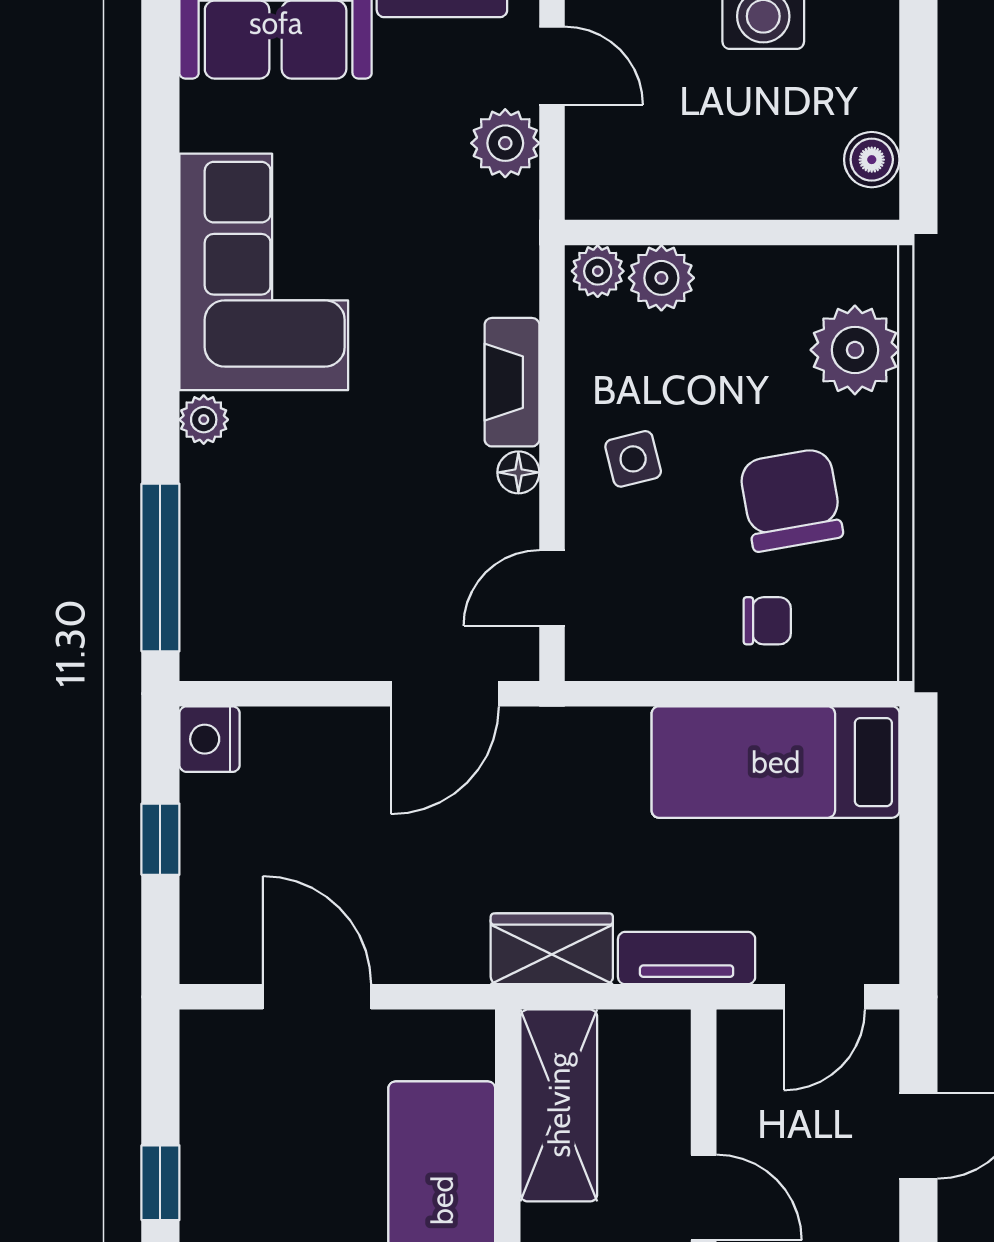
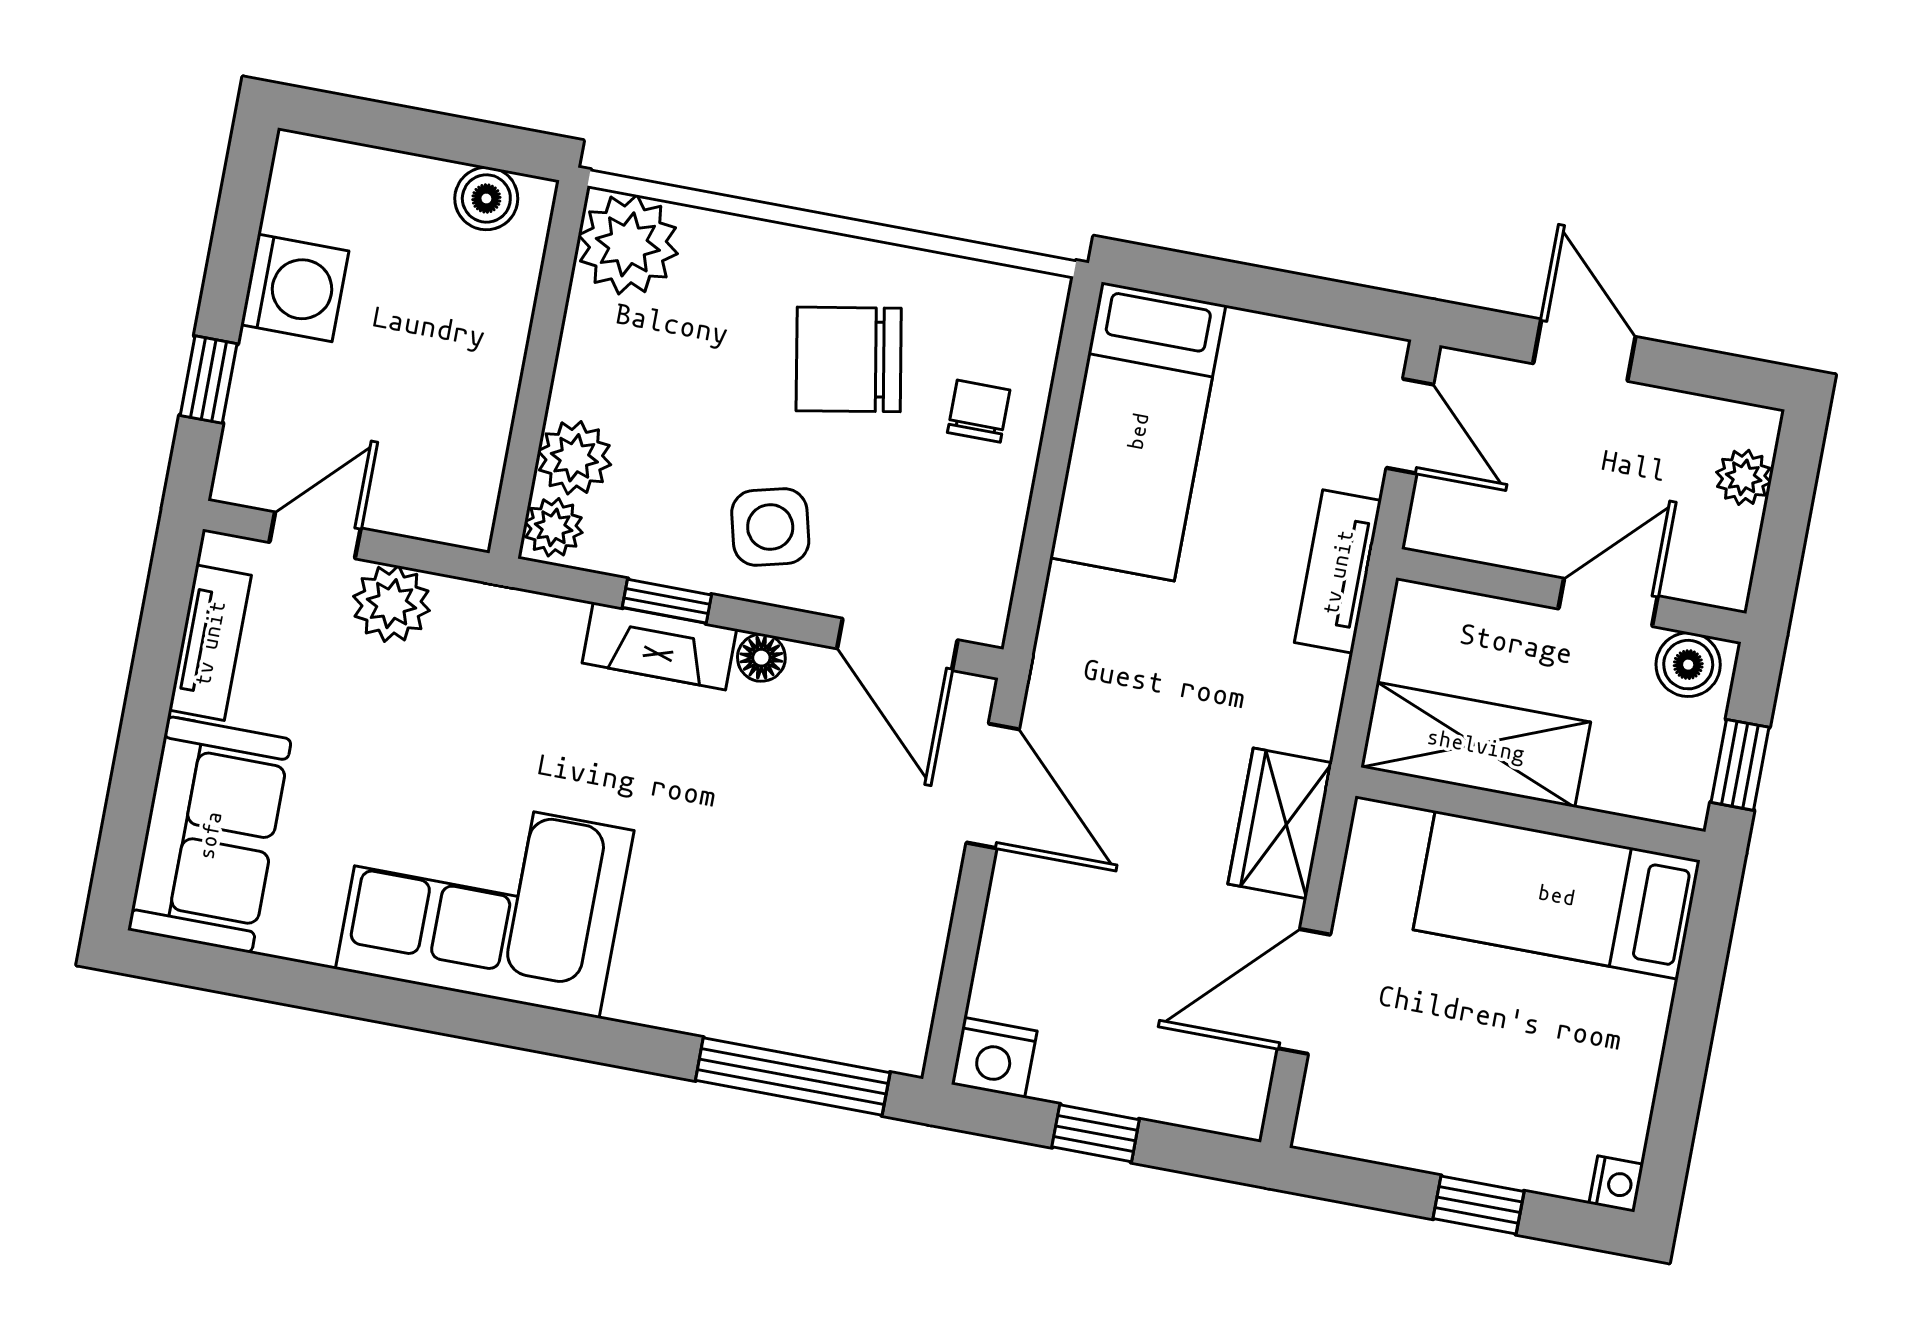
plant: (855, 350) -> (628, 244), moved
window: (552, 381) -> (667, 601), added
plant: (204, 420) -> (637, 997), removed
side table: (633, 459) -> (770, 527), width x1.37, depth x1.37
door: (552, 588) -> (897, 644), width x1.38
wardrobe: (552, 949) -> (1280, 823), moved

